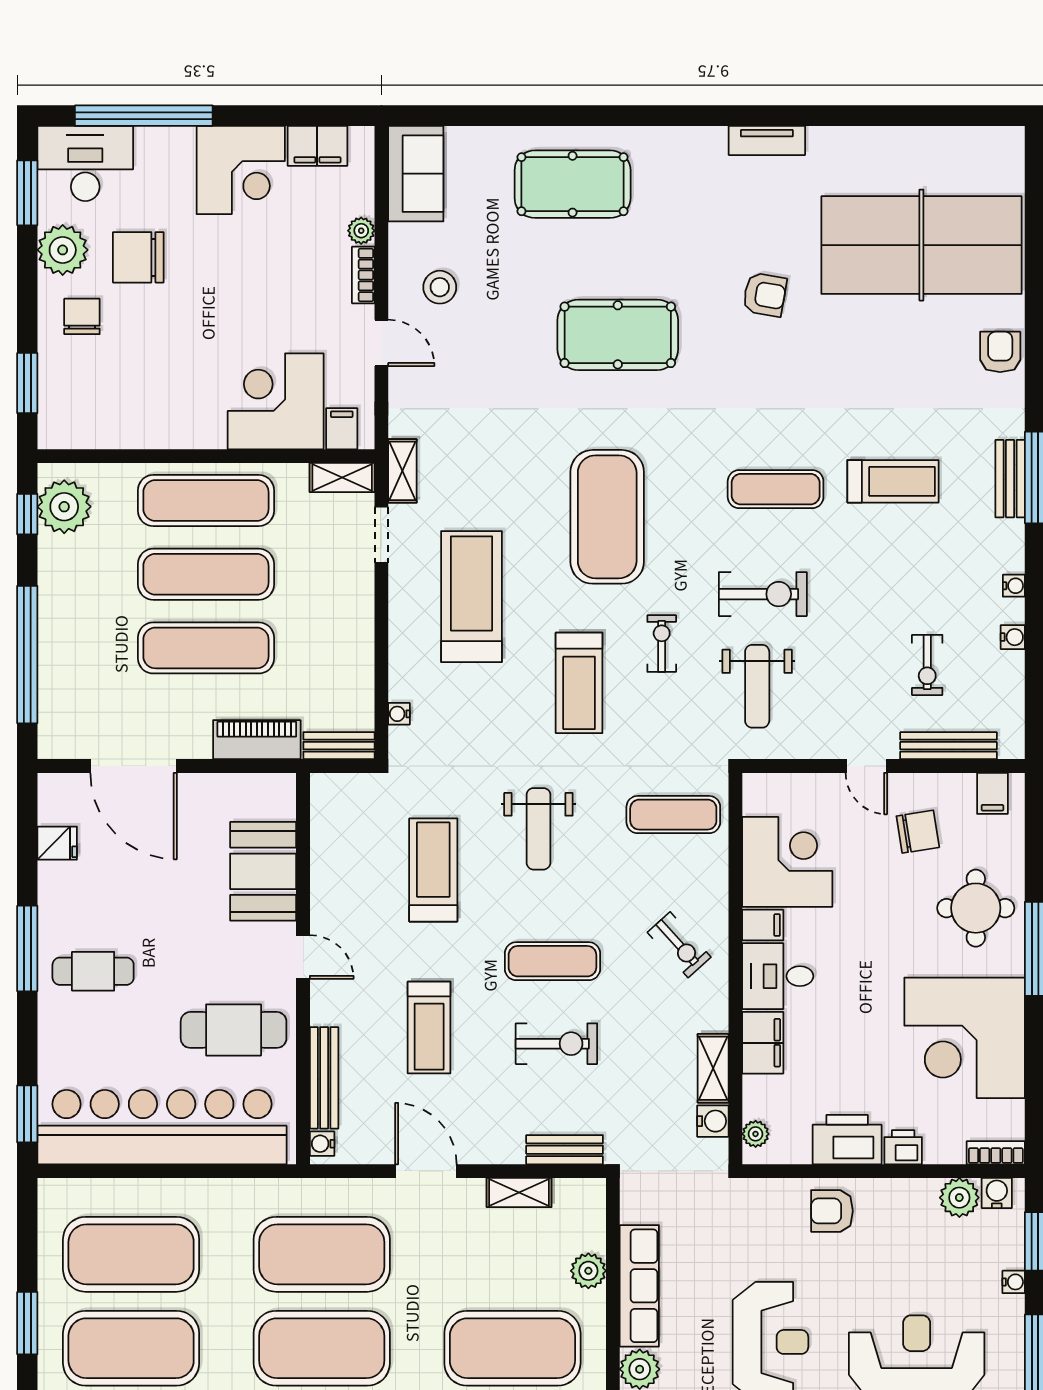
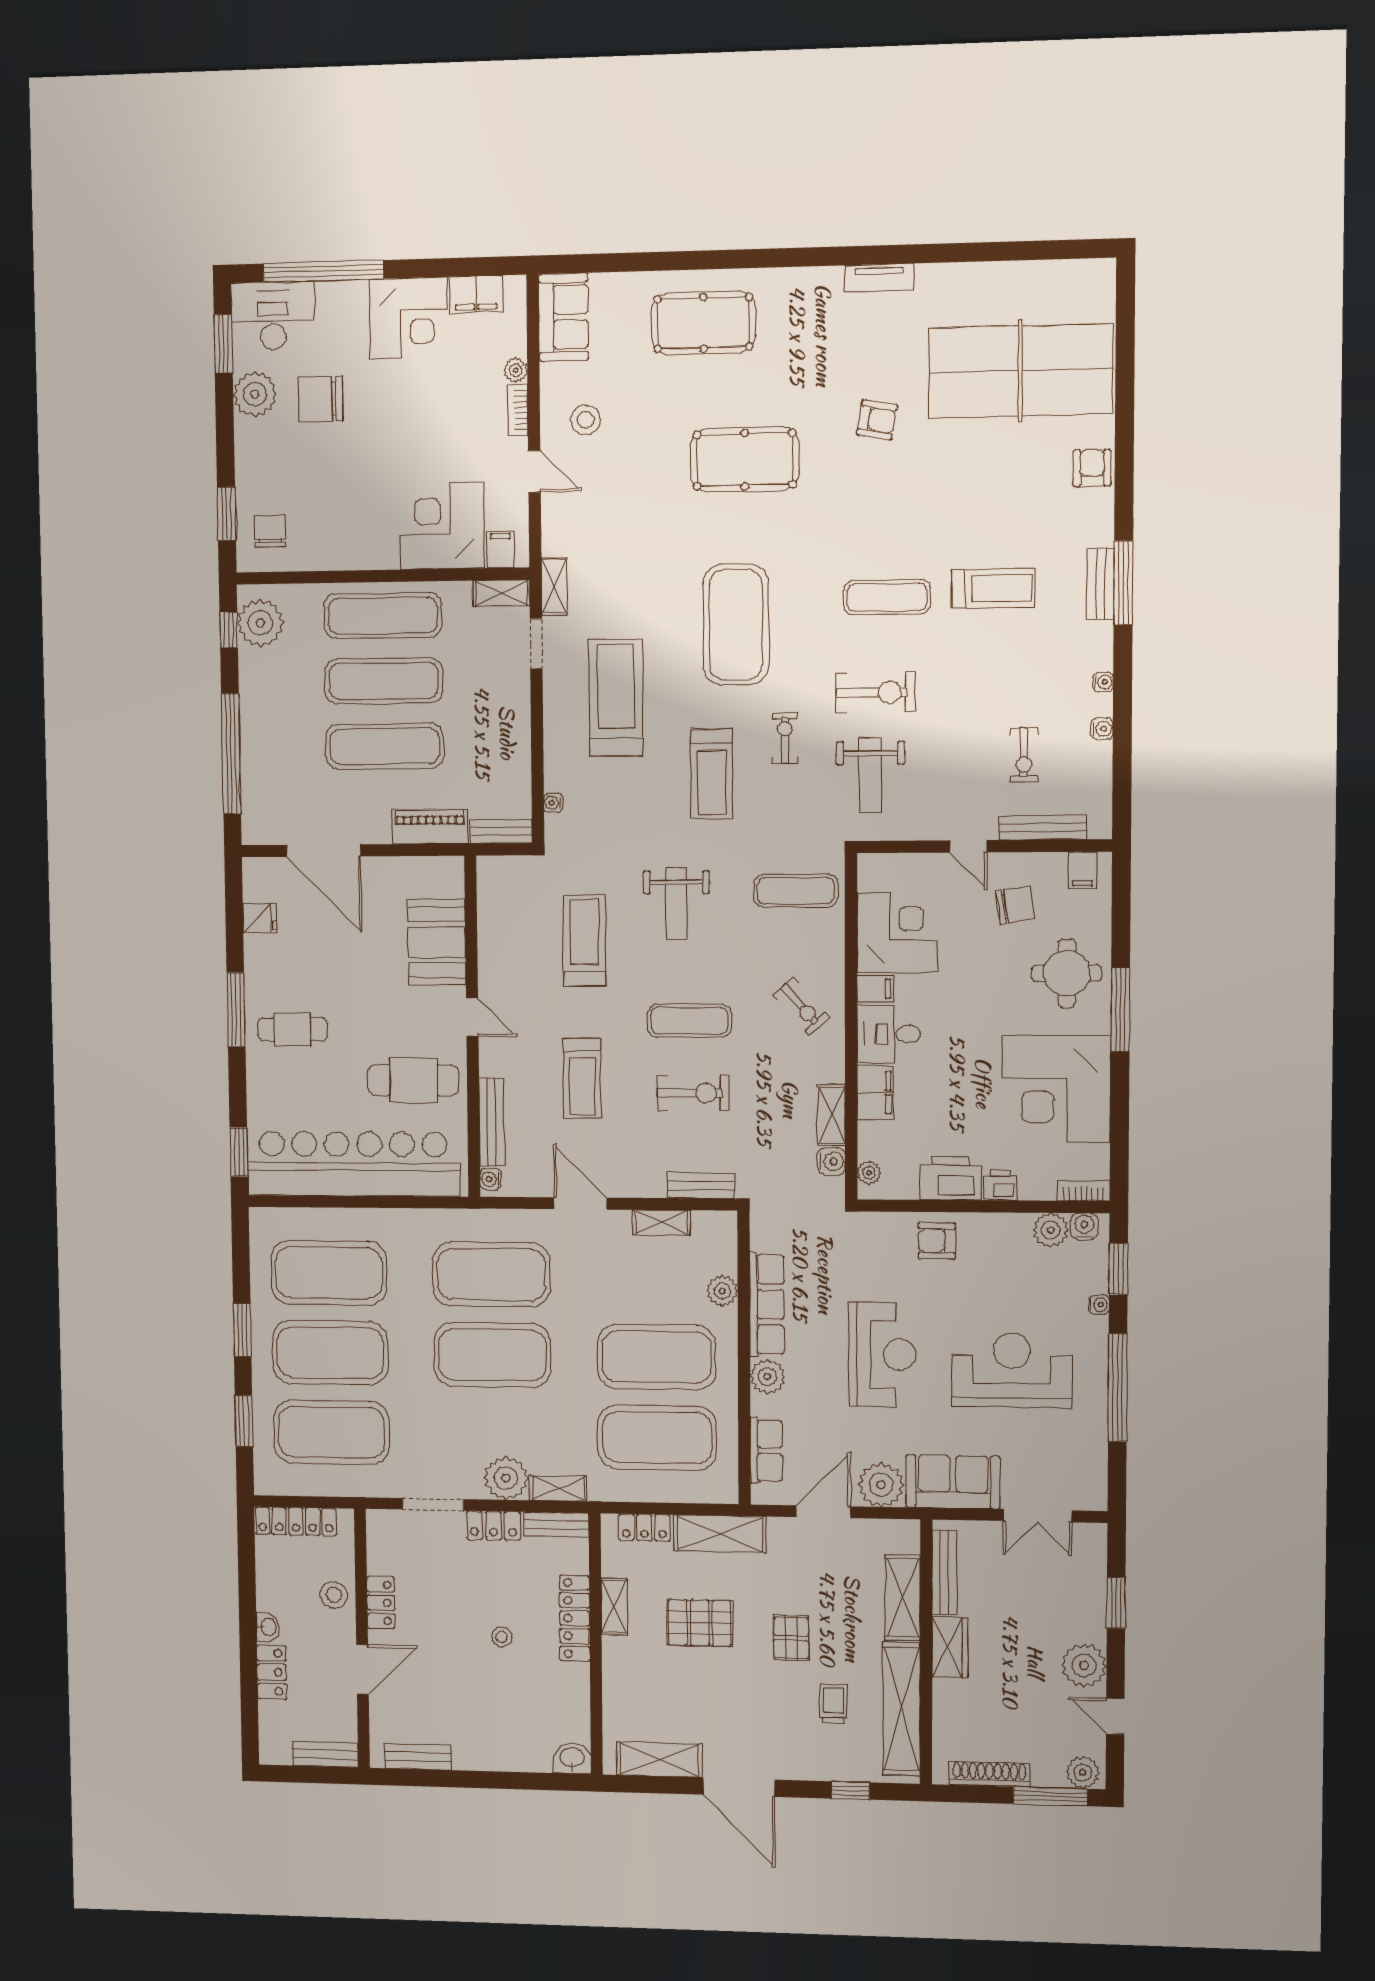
chair: (82, 316) -> (270, 531), moved

